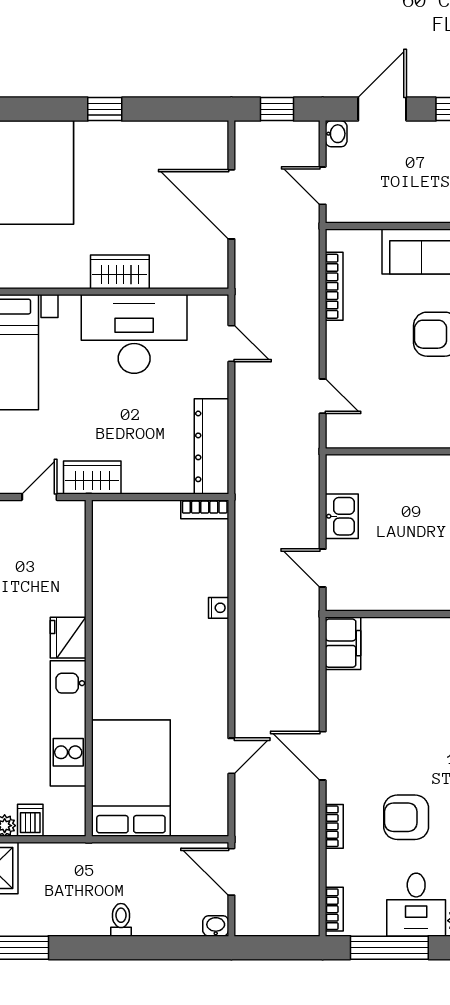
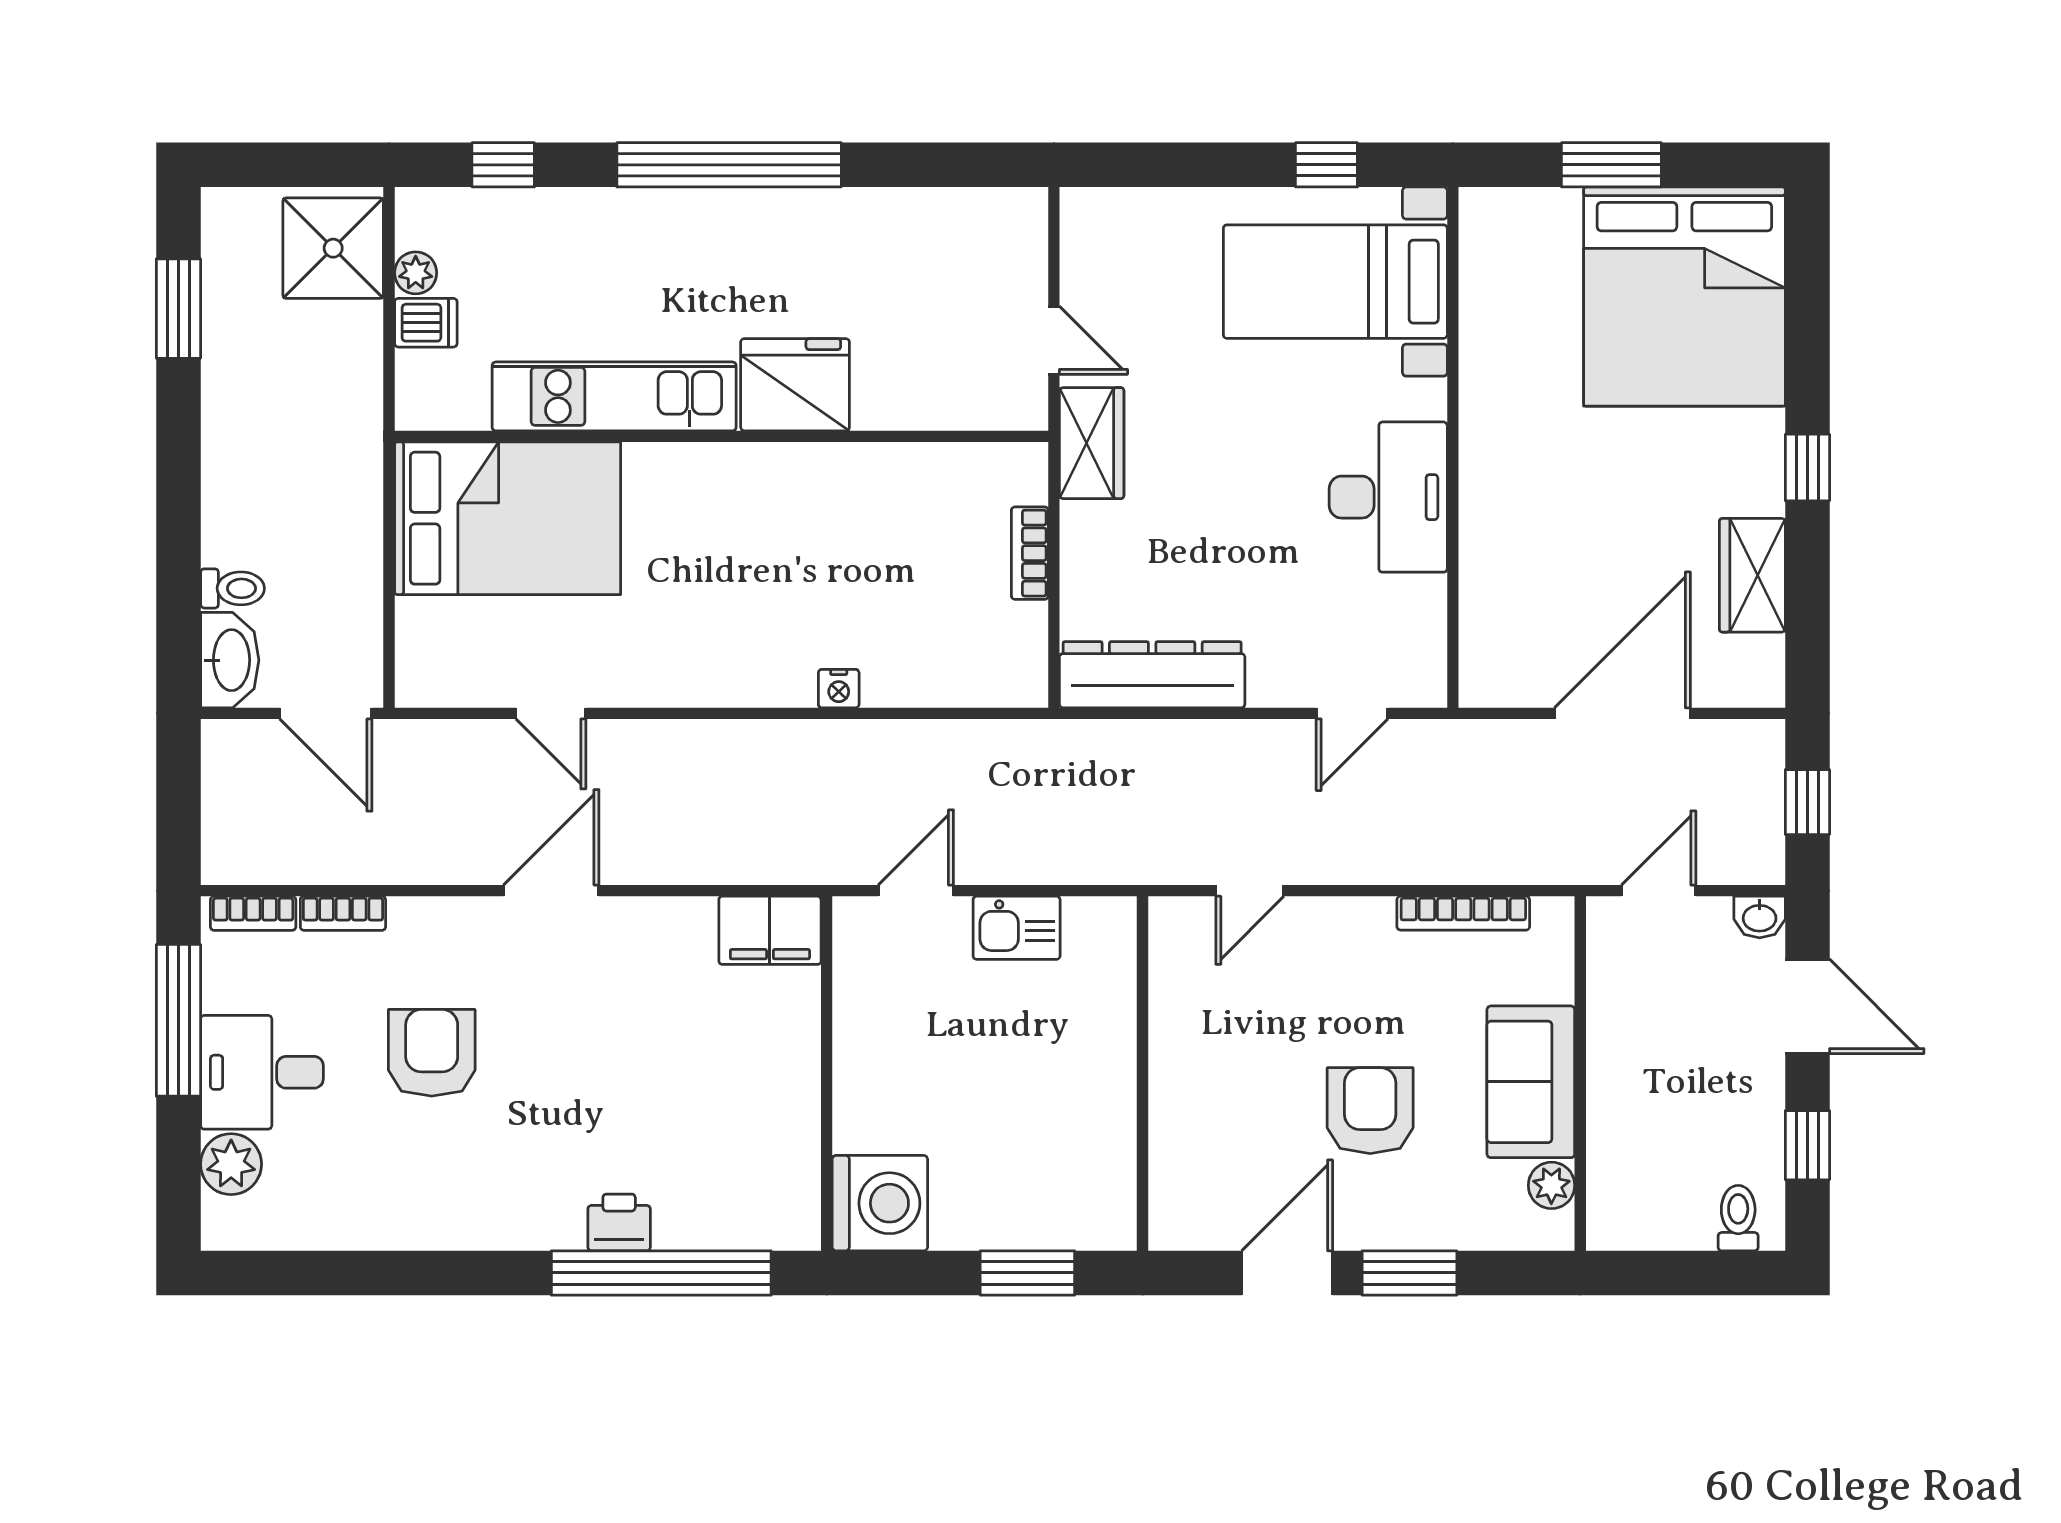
wardrobe: (120, 272) -> (1752, 575), moved, turned 180
desk: (134, 334) -> (1388, 497), width x0.73, depth x0.77
bookcase: (205, 509) -> (1030, 553), moved
fridge: (68, 638) -> (795, 385), width x1.36, depth x1.34
bookcase: (334, 826) -> (343, 913), moved
door: (231, 872) -> (326, 713), swing flipped
toilet: (121, 920) -> (233, 588), moved
washbasin: (216, 926) -> (230, 660), width x1.91, depth x1.45

